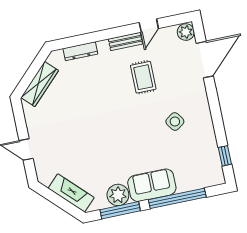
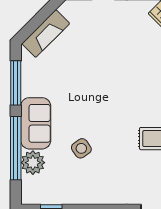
side table: (175, 121) -> (81, 148), moved
plant: (118, 195) -> (33, 163), moved

